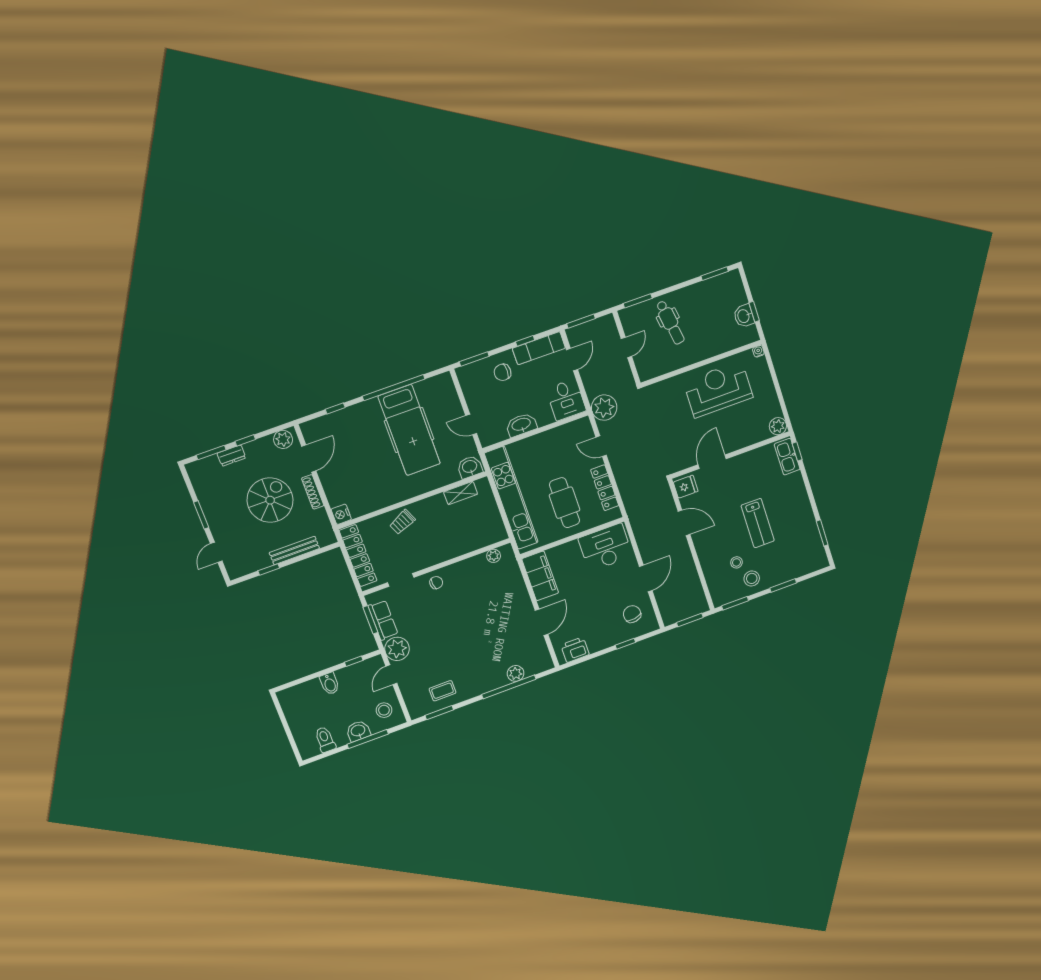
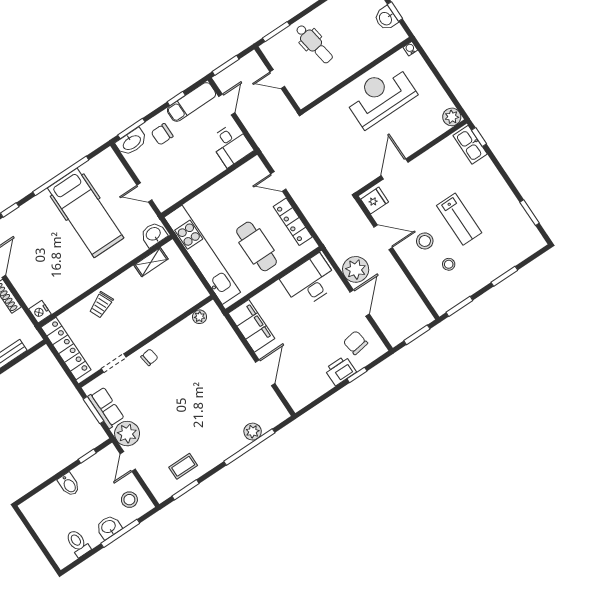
door: (626, 347) -> (277, 79), swing flipped
plant: (604, 408) -> (356, 269), moved
washbasin: (521, 425) -> (132, 142), moved, turned 180
stool: (752, 578) -> (425, 241), moved
printer: (575, 650) -> (340, 371), moved

